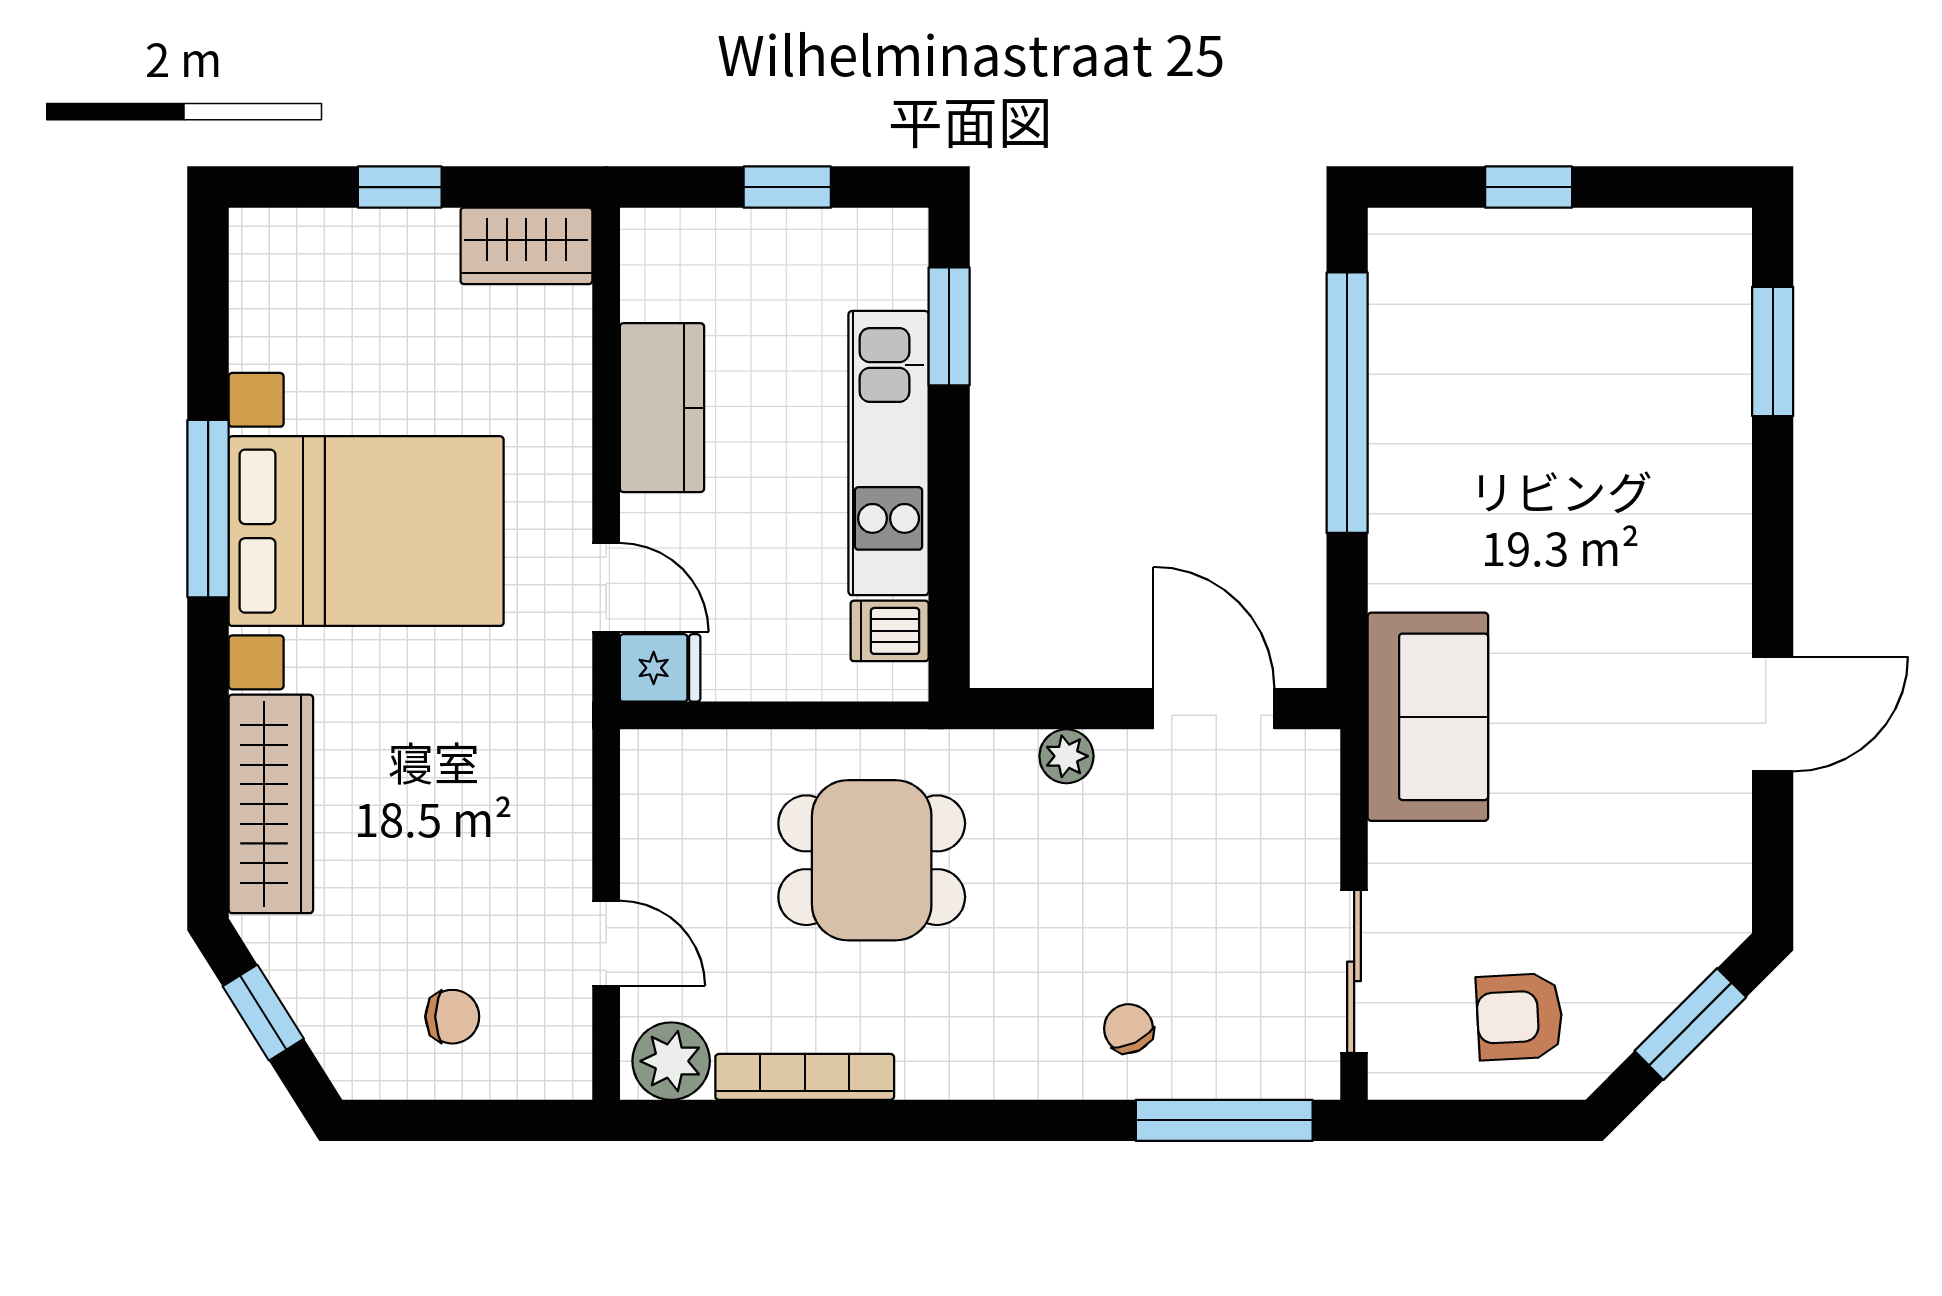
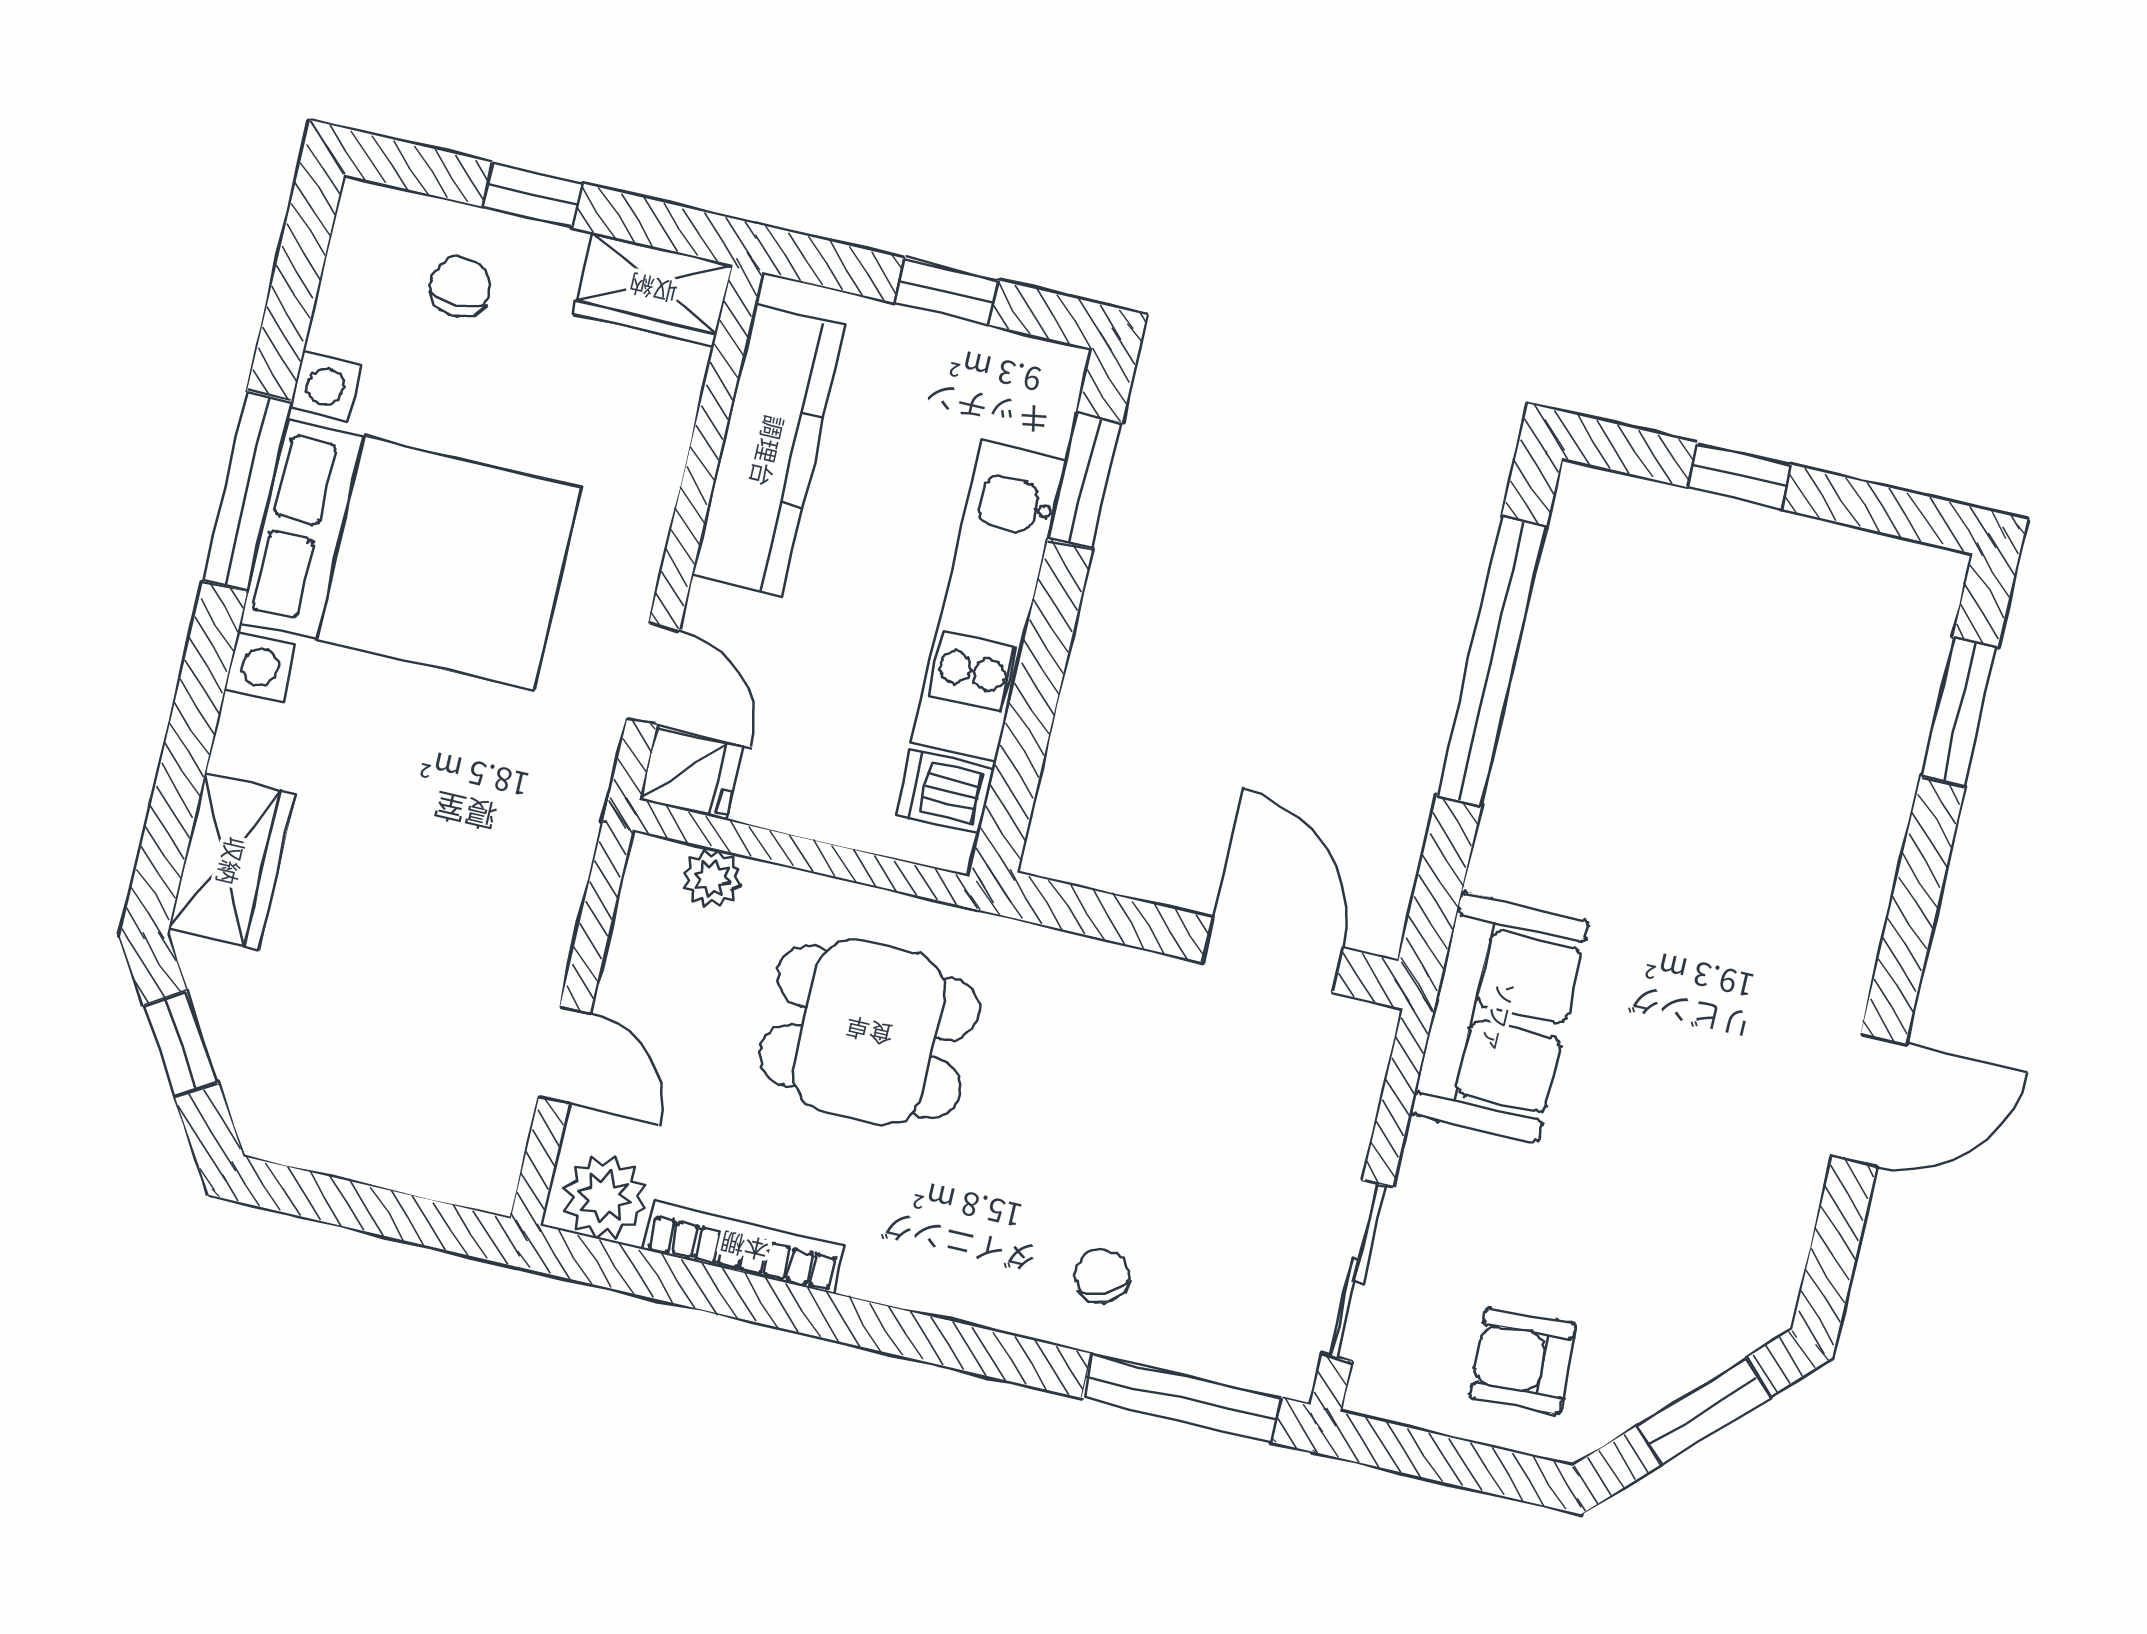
kitchen counter: (662, 408) -> (768, 451), width x1.50
plant: (1066, 756) -> (712, 878), moved
wardrobe: (271, 804) -> (232, 861), width x0.67
chair: (452, 1017) -> (460, 287), moved, turned -90

